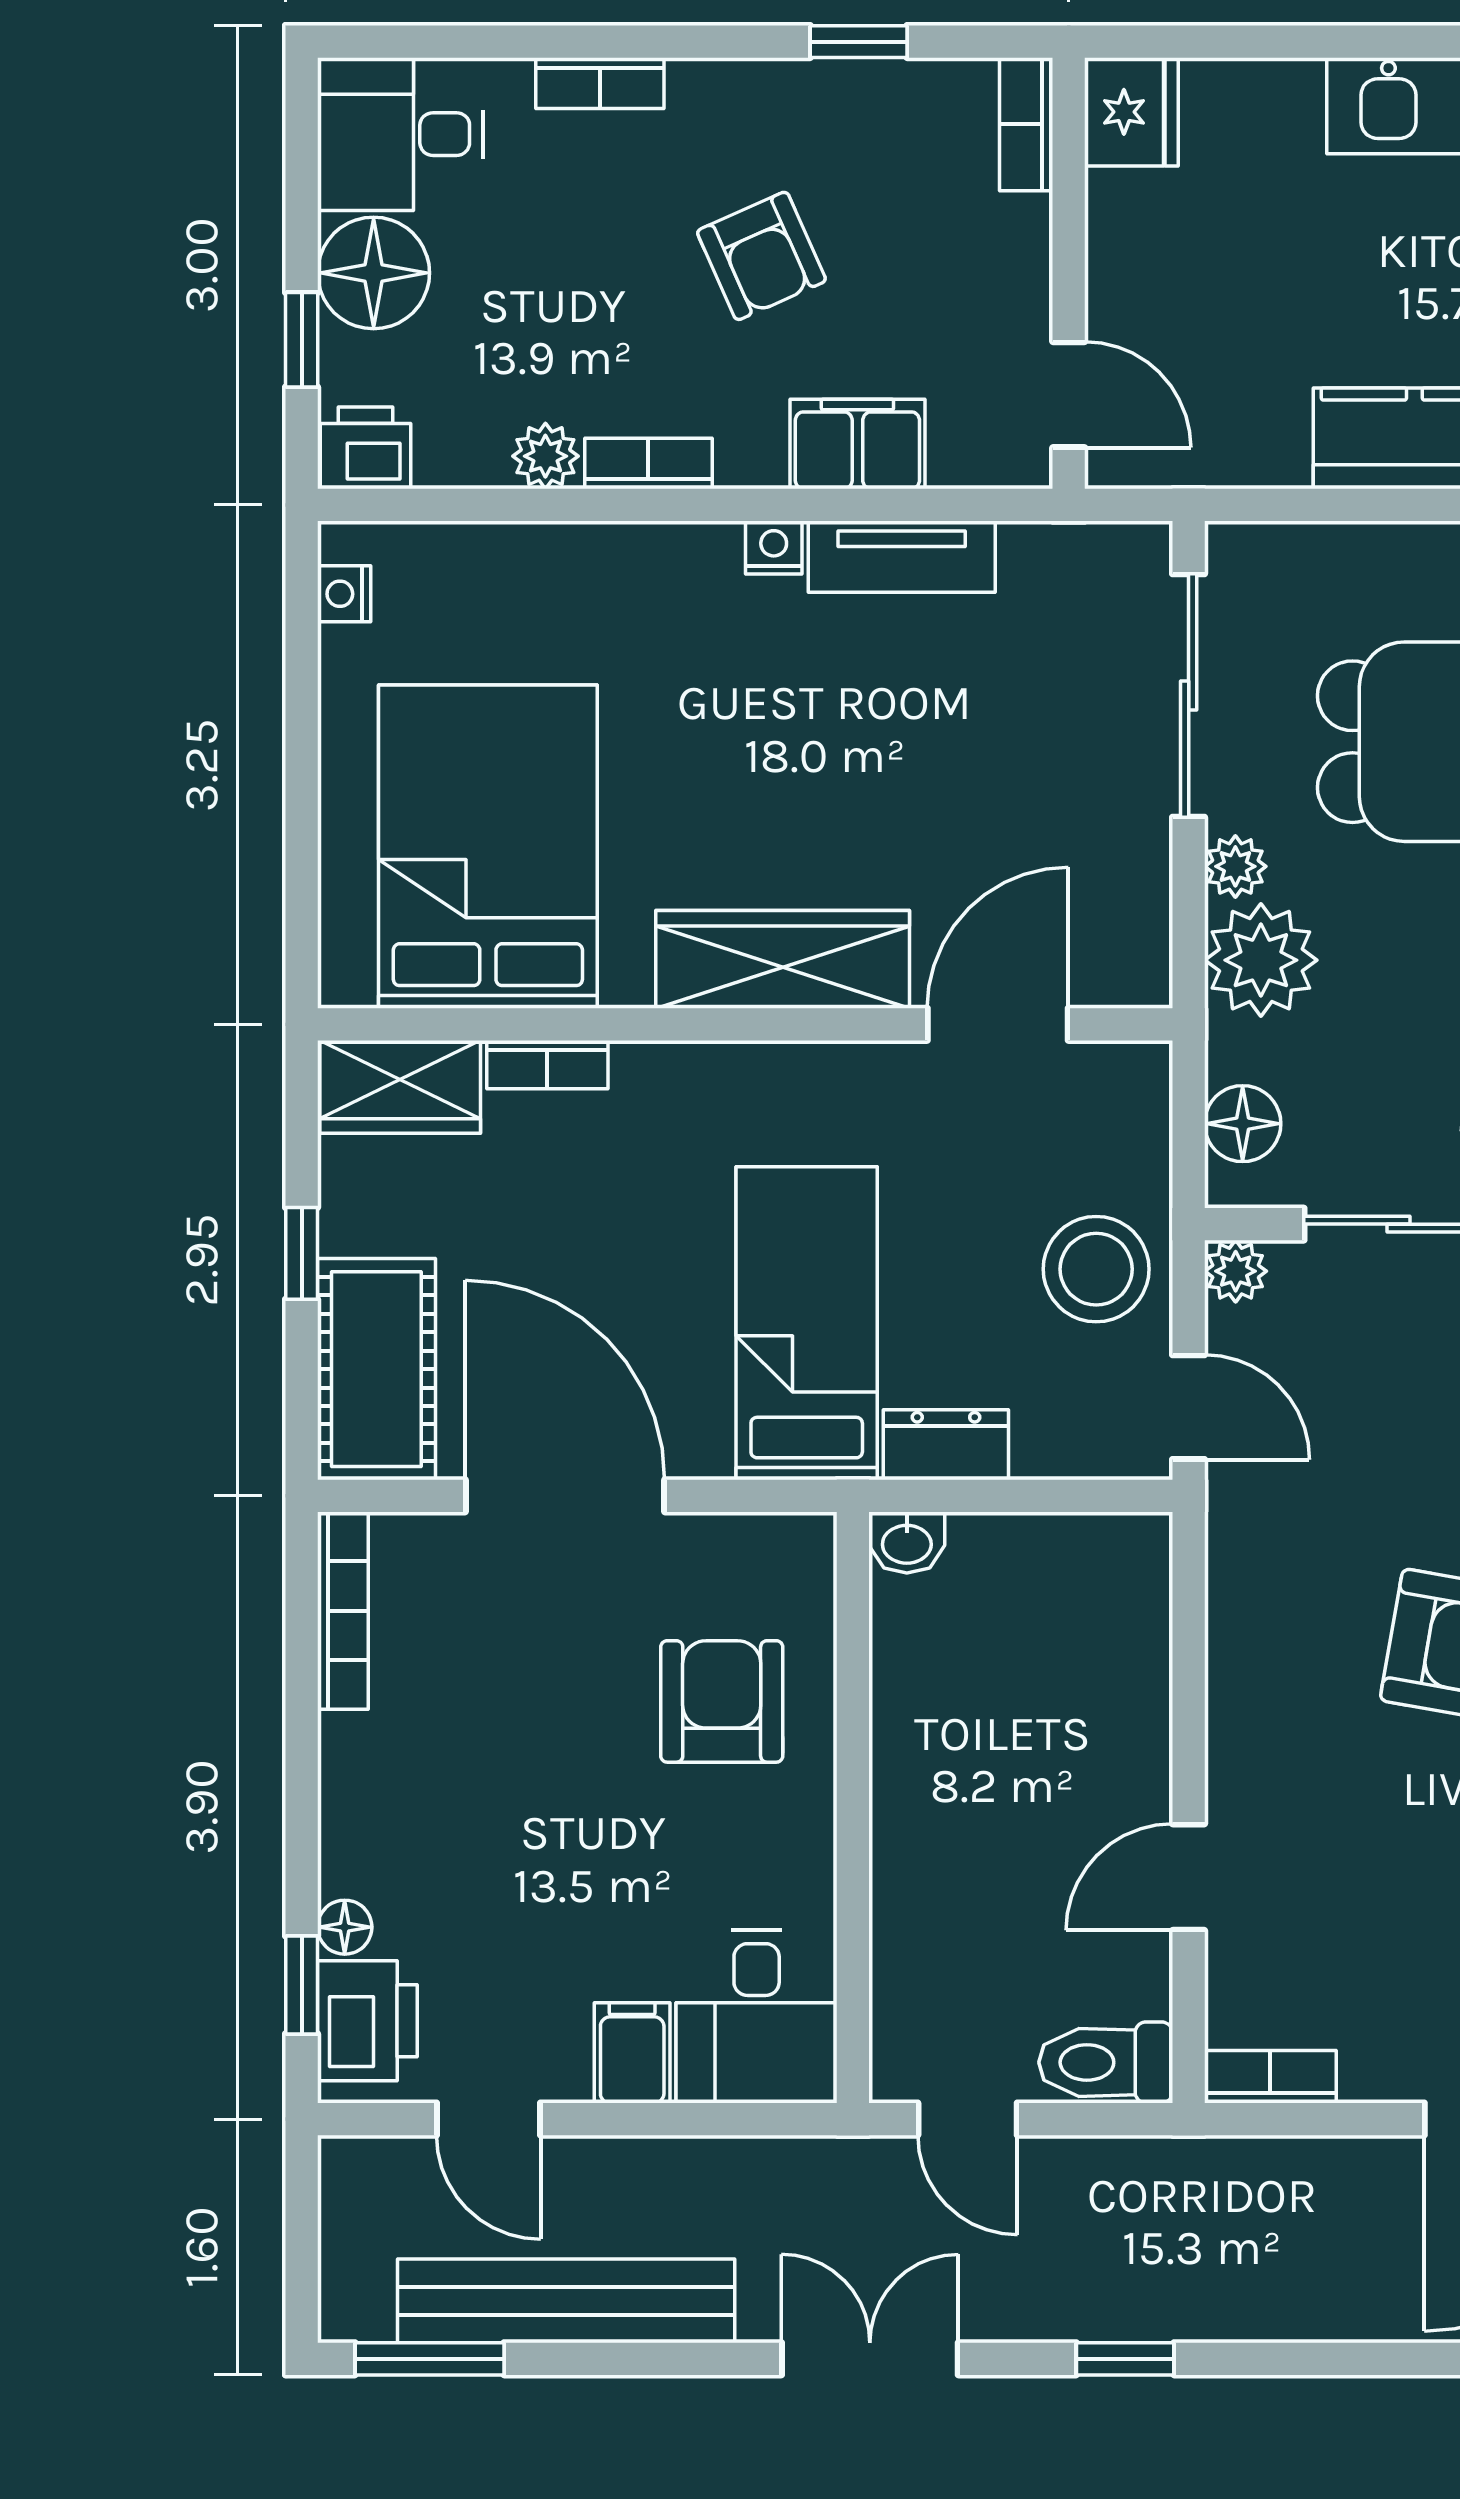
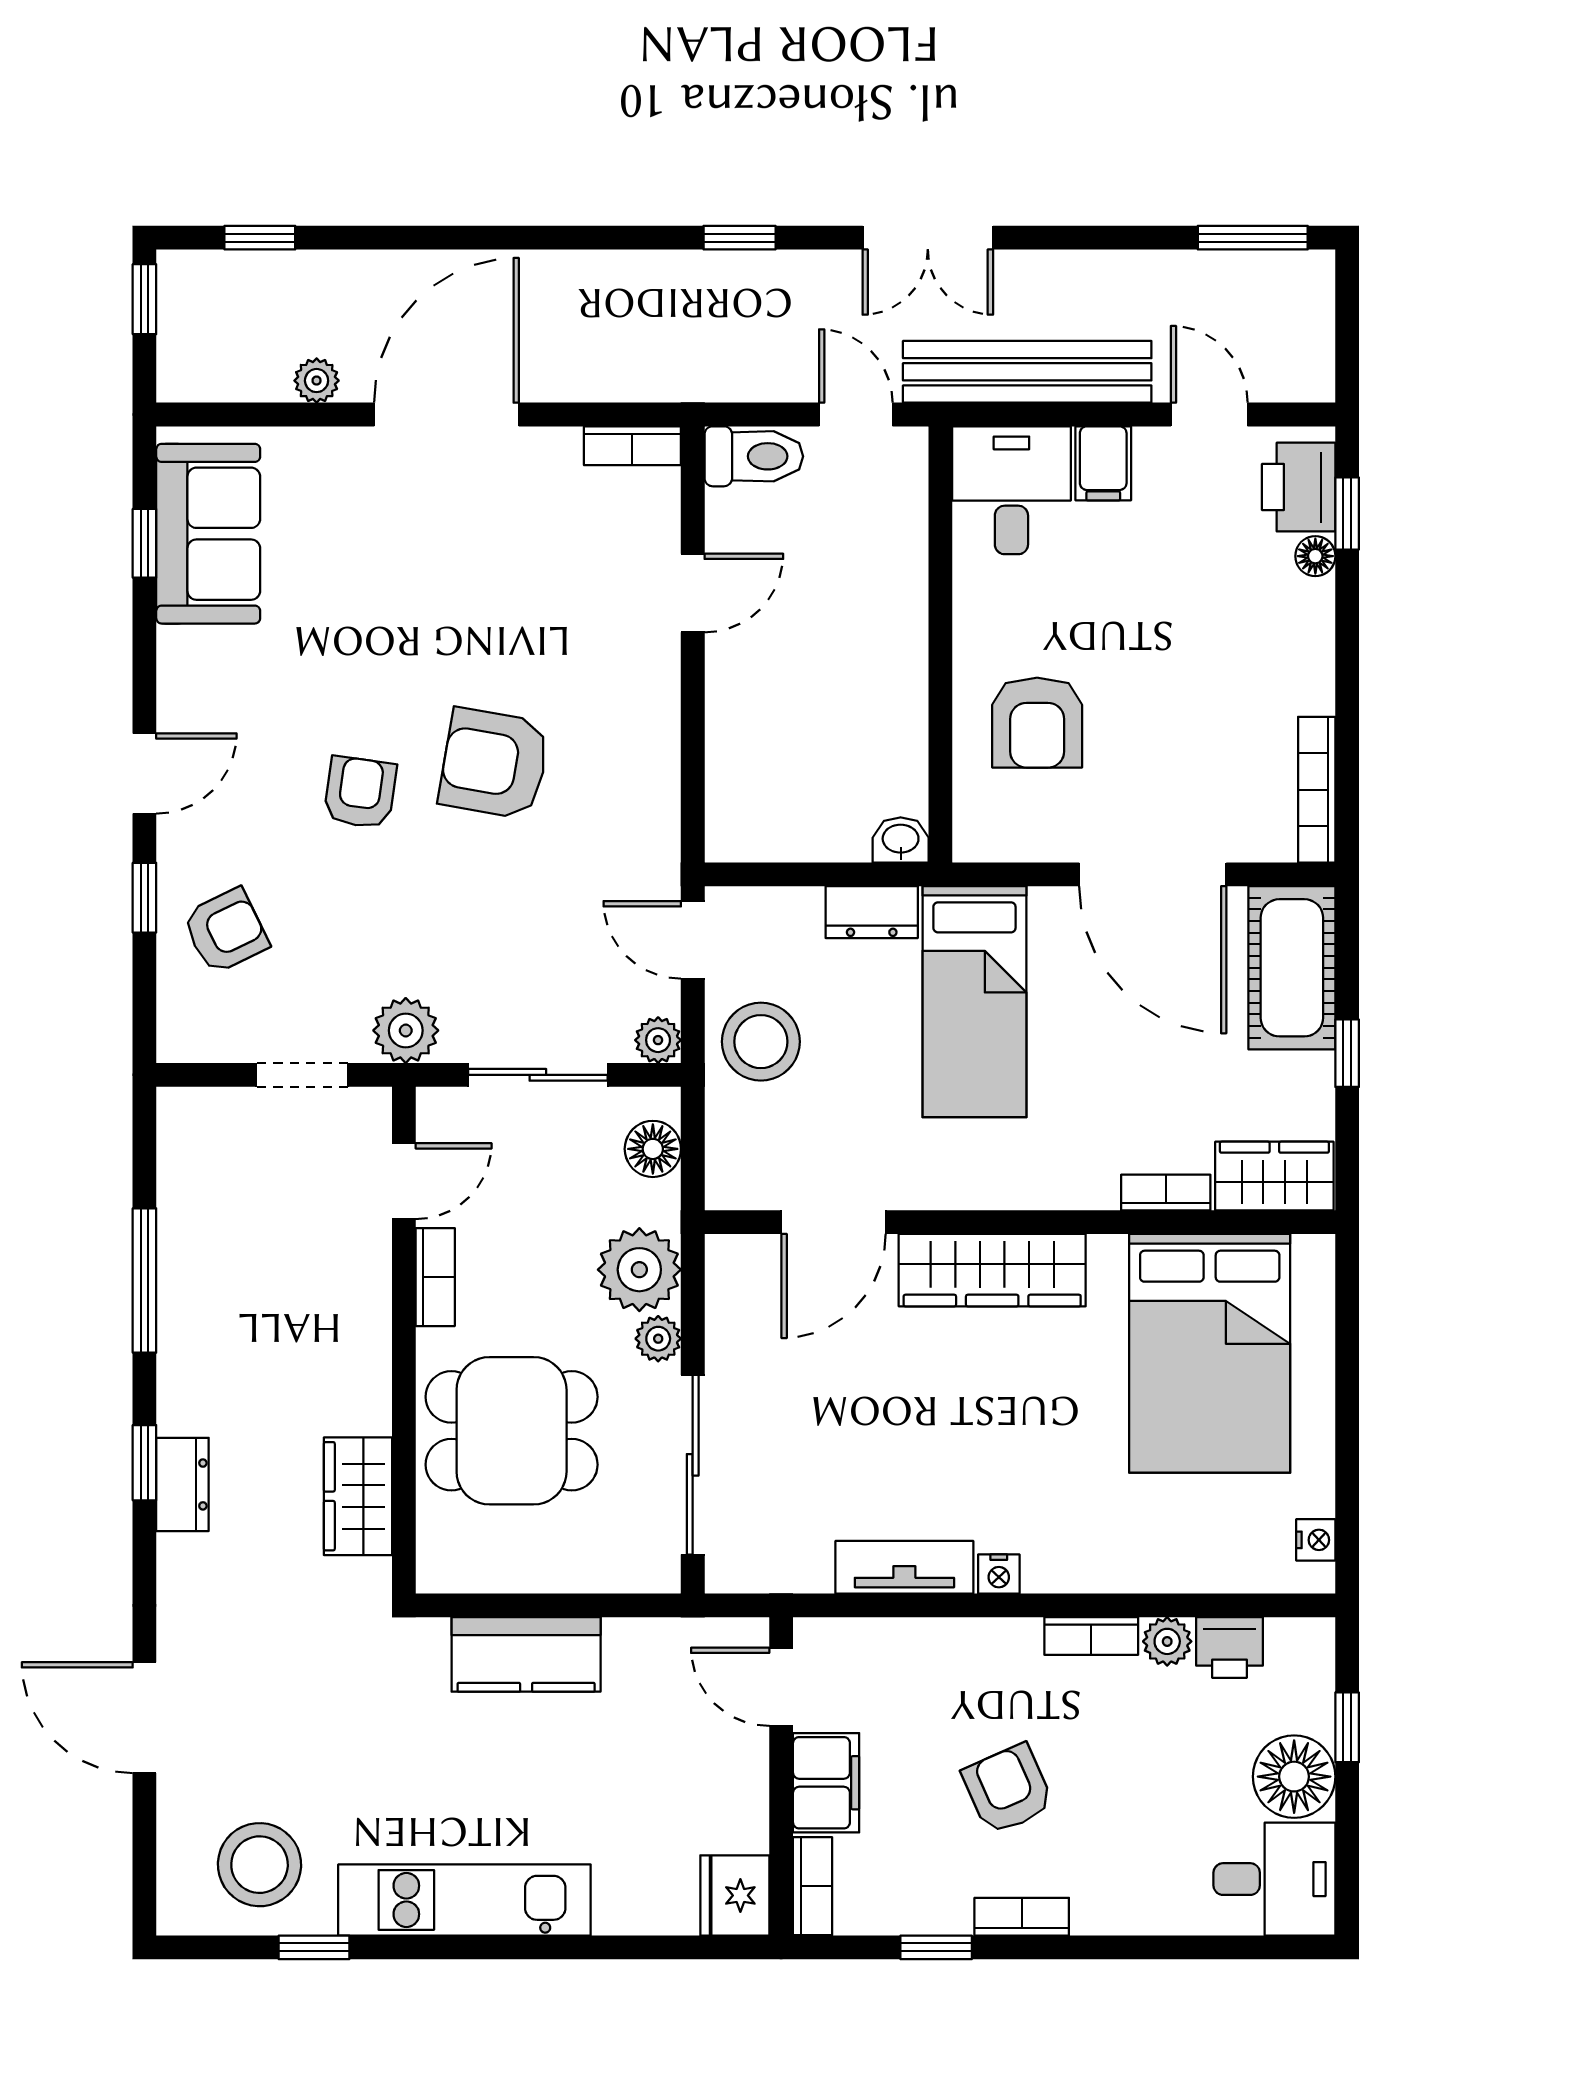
bookcase: (600, 83) -> (1022, 1917), moved
filing cabinet: (857, 444) -> (826, 1783), moved, turned -90
printer: (366, 448) -> (1229, 1647), moved
bench: (566, 2301) -> (1027, 372), moved

